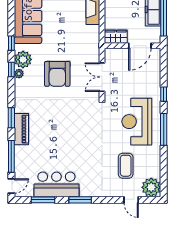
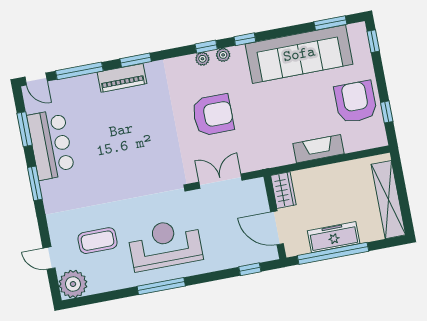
plant: (23, 60) -> (223, 55), width x0.53, depth x0.53
armchair: (57, 74) -> (213, 115), turned 180
window: (164, 94) -> (250, 269), moved
door: (131, 200) -> (49, 258), hinge flipped

